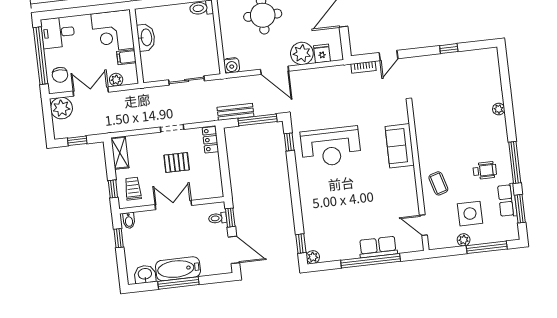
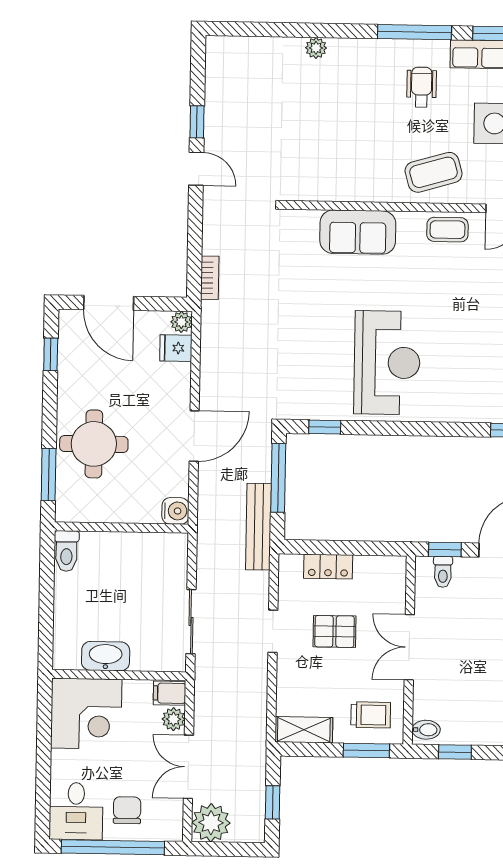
plant: (302, 53) -> (181, 322), moved, width x0.53, depth x0.53
door: (388, 56) -> (196, 169), moved
filing cabinet: (126, 57) -> (170, 693), moved, turned 90
chair: (60, 75) -> (127, 810), moved, turned -90
sliding door: (187, 80) -> (191, 622), moved
bench: (235, 112) -> (258, 527), width x1.36
locker: (210, 140) -> (328, 567), moved
reception desk: (331, 147) -> (387, 363), moved
pallet: (177, 162) -> (335, 631), turned 90
coffee table: (438, 183) -> (434, 172), width x1.36, depth x1.30
window: (113, 189) -> (366, 750), width x1.50
trolley: (133, 189) -> (371, 715), turned 180
coffee table: (408, 195) -> (447, 230), added

